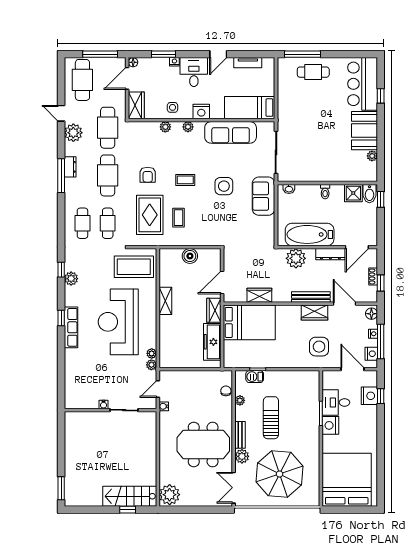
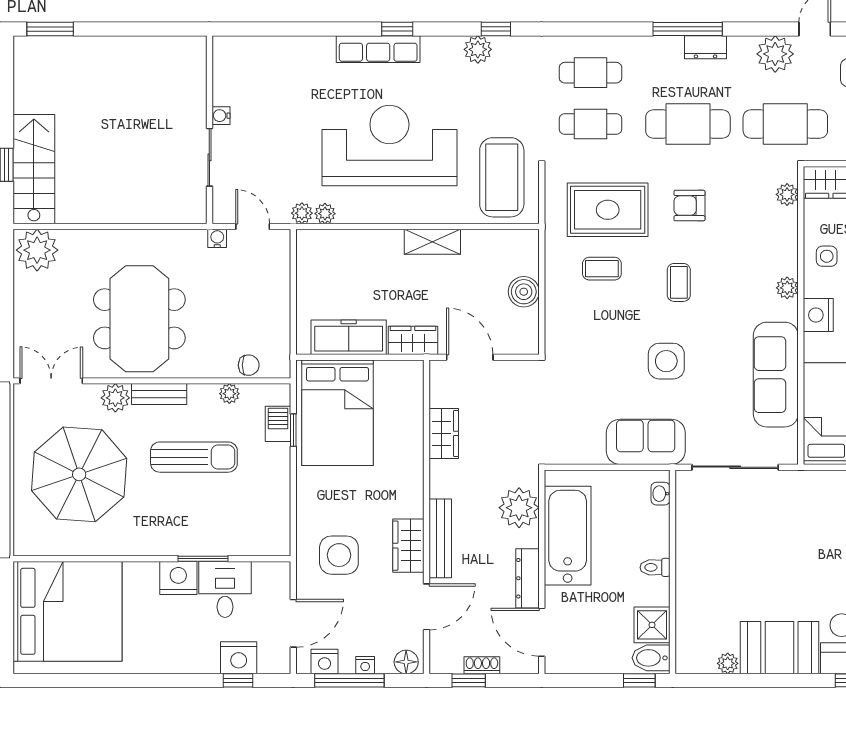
plant: (165, 127) -> (787, 194), moved
bed: (249, 322) -> (337, 413), moved

